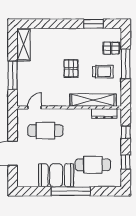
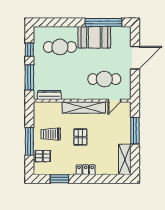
locker: (65, 33) -> (86, 170), added
shelving: (93, 100) -> (84, 107), moved
window: (126, 132) -> (29, 77), width x2.17
window: (71, 191) -> (104, 22), moved

